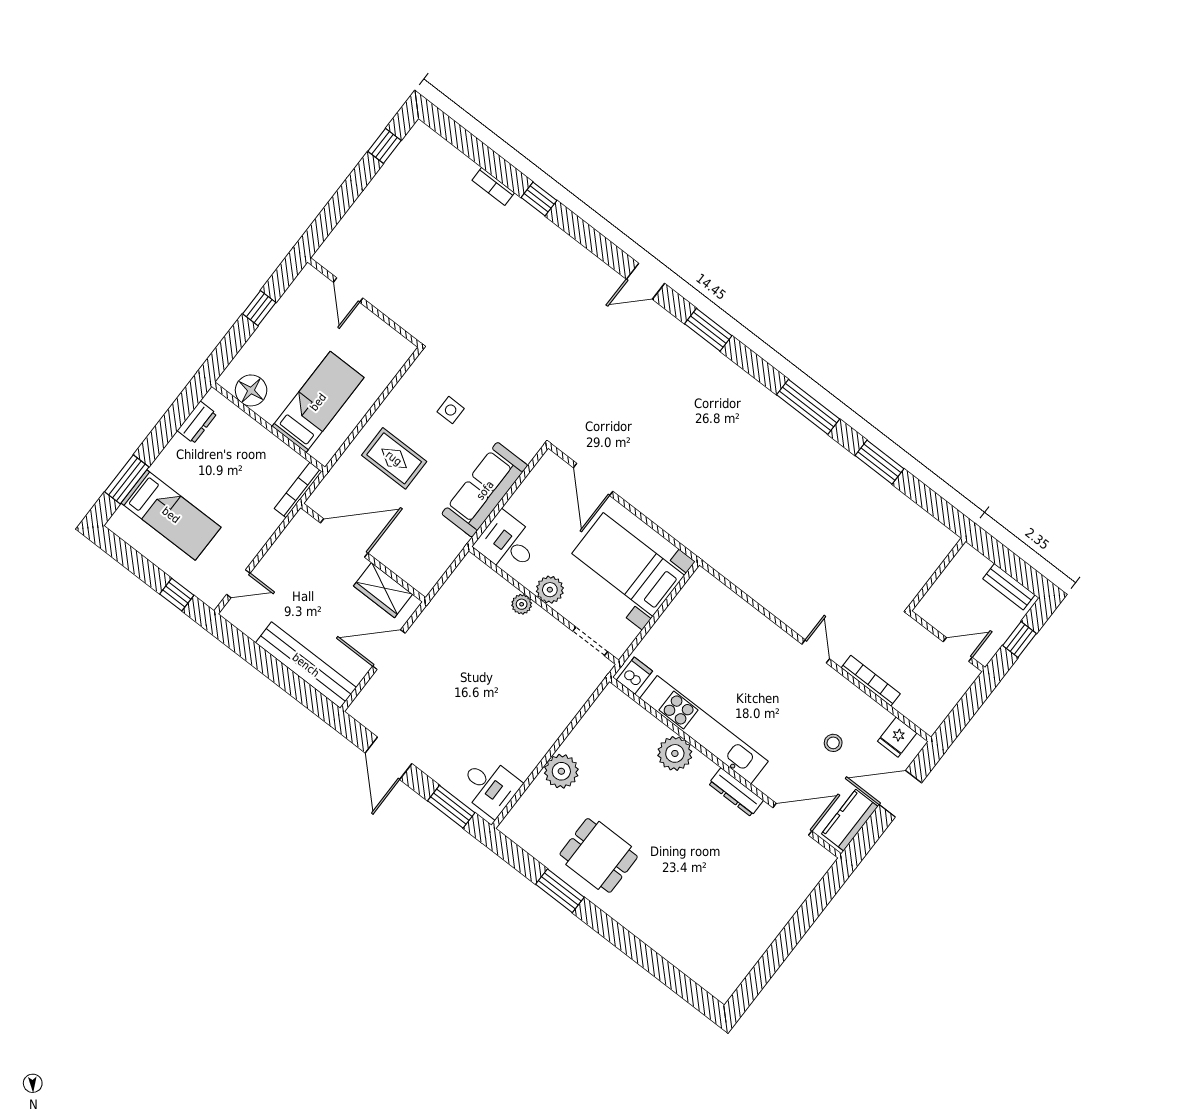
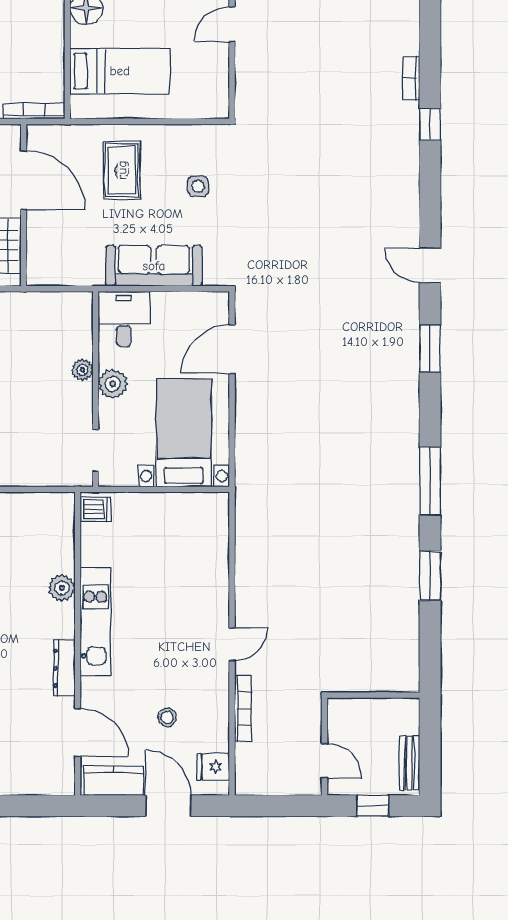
kitchen unit: (704, 730) -> (95, 621), width x0.73
plant: (675, 753) -> (62, 588), width x0.73, depth x0.73

